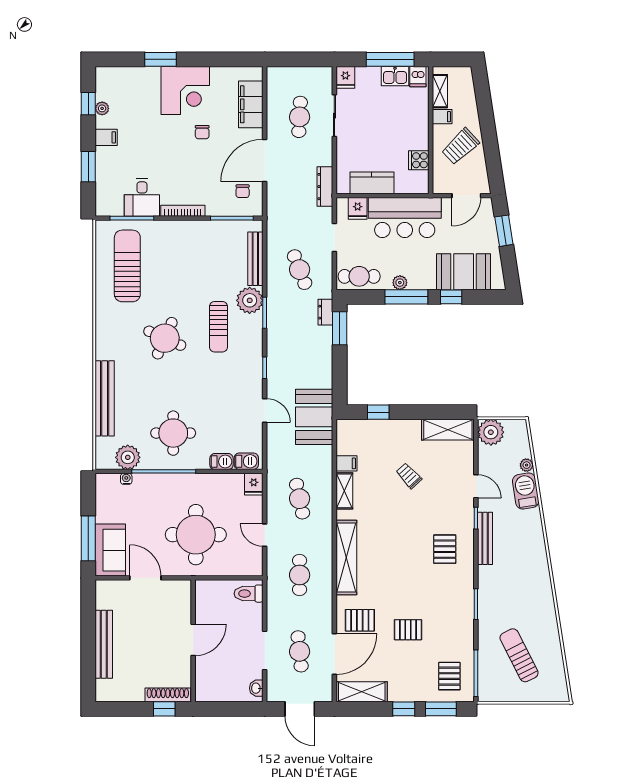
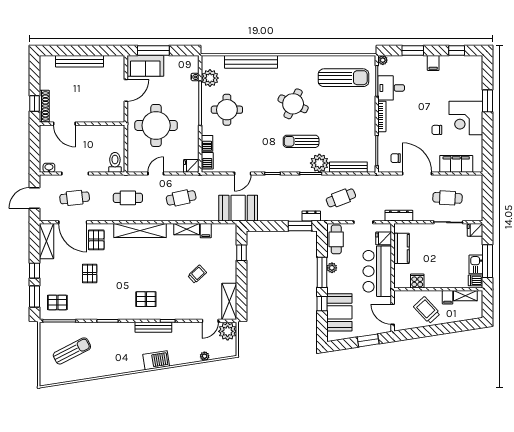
plant: (102, 108) -> (383, 60), moved
door: (476, 486) -> (210, 321), moved
barbecue: (526, 491) -> (156, 360), moved
door: (193, 640) -> (64, 124), moved

